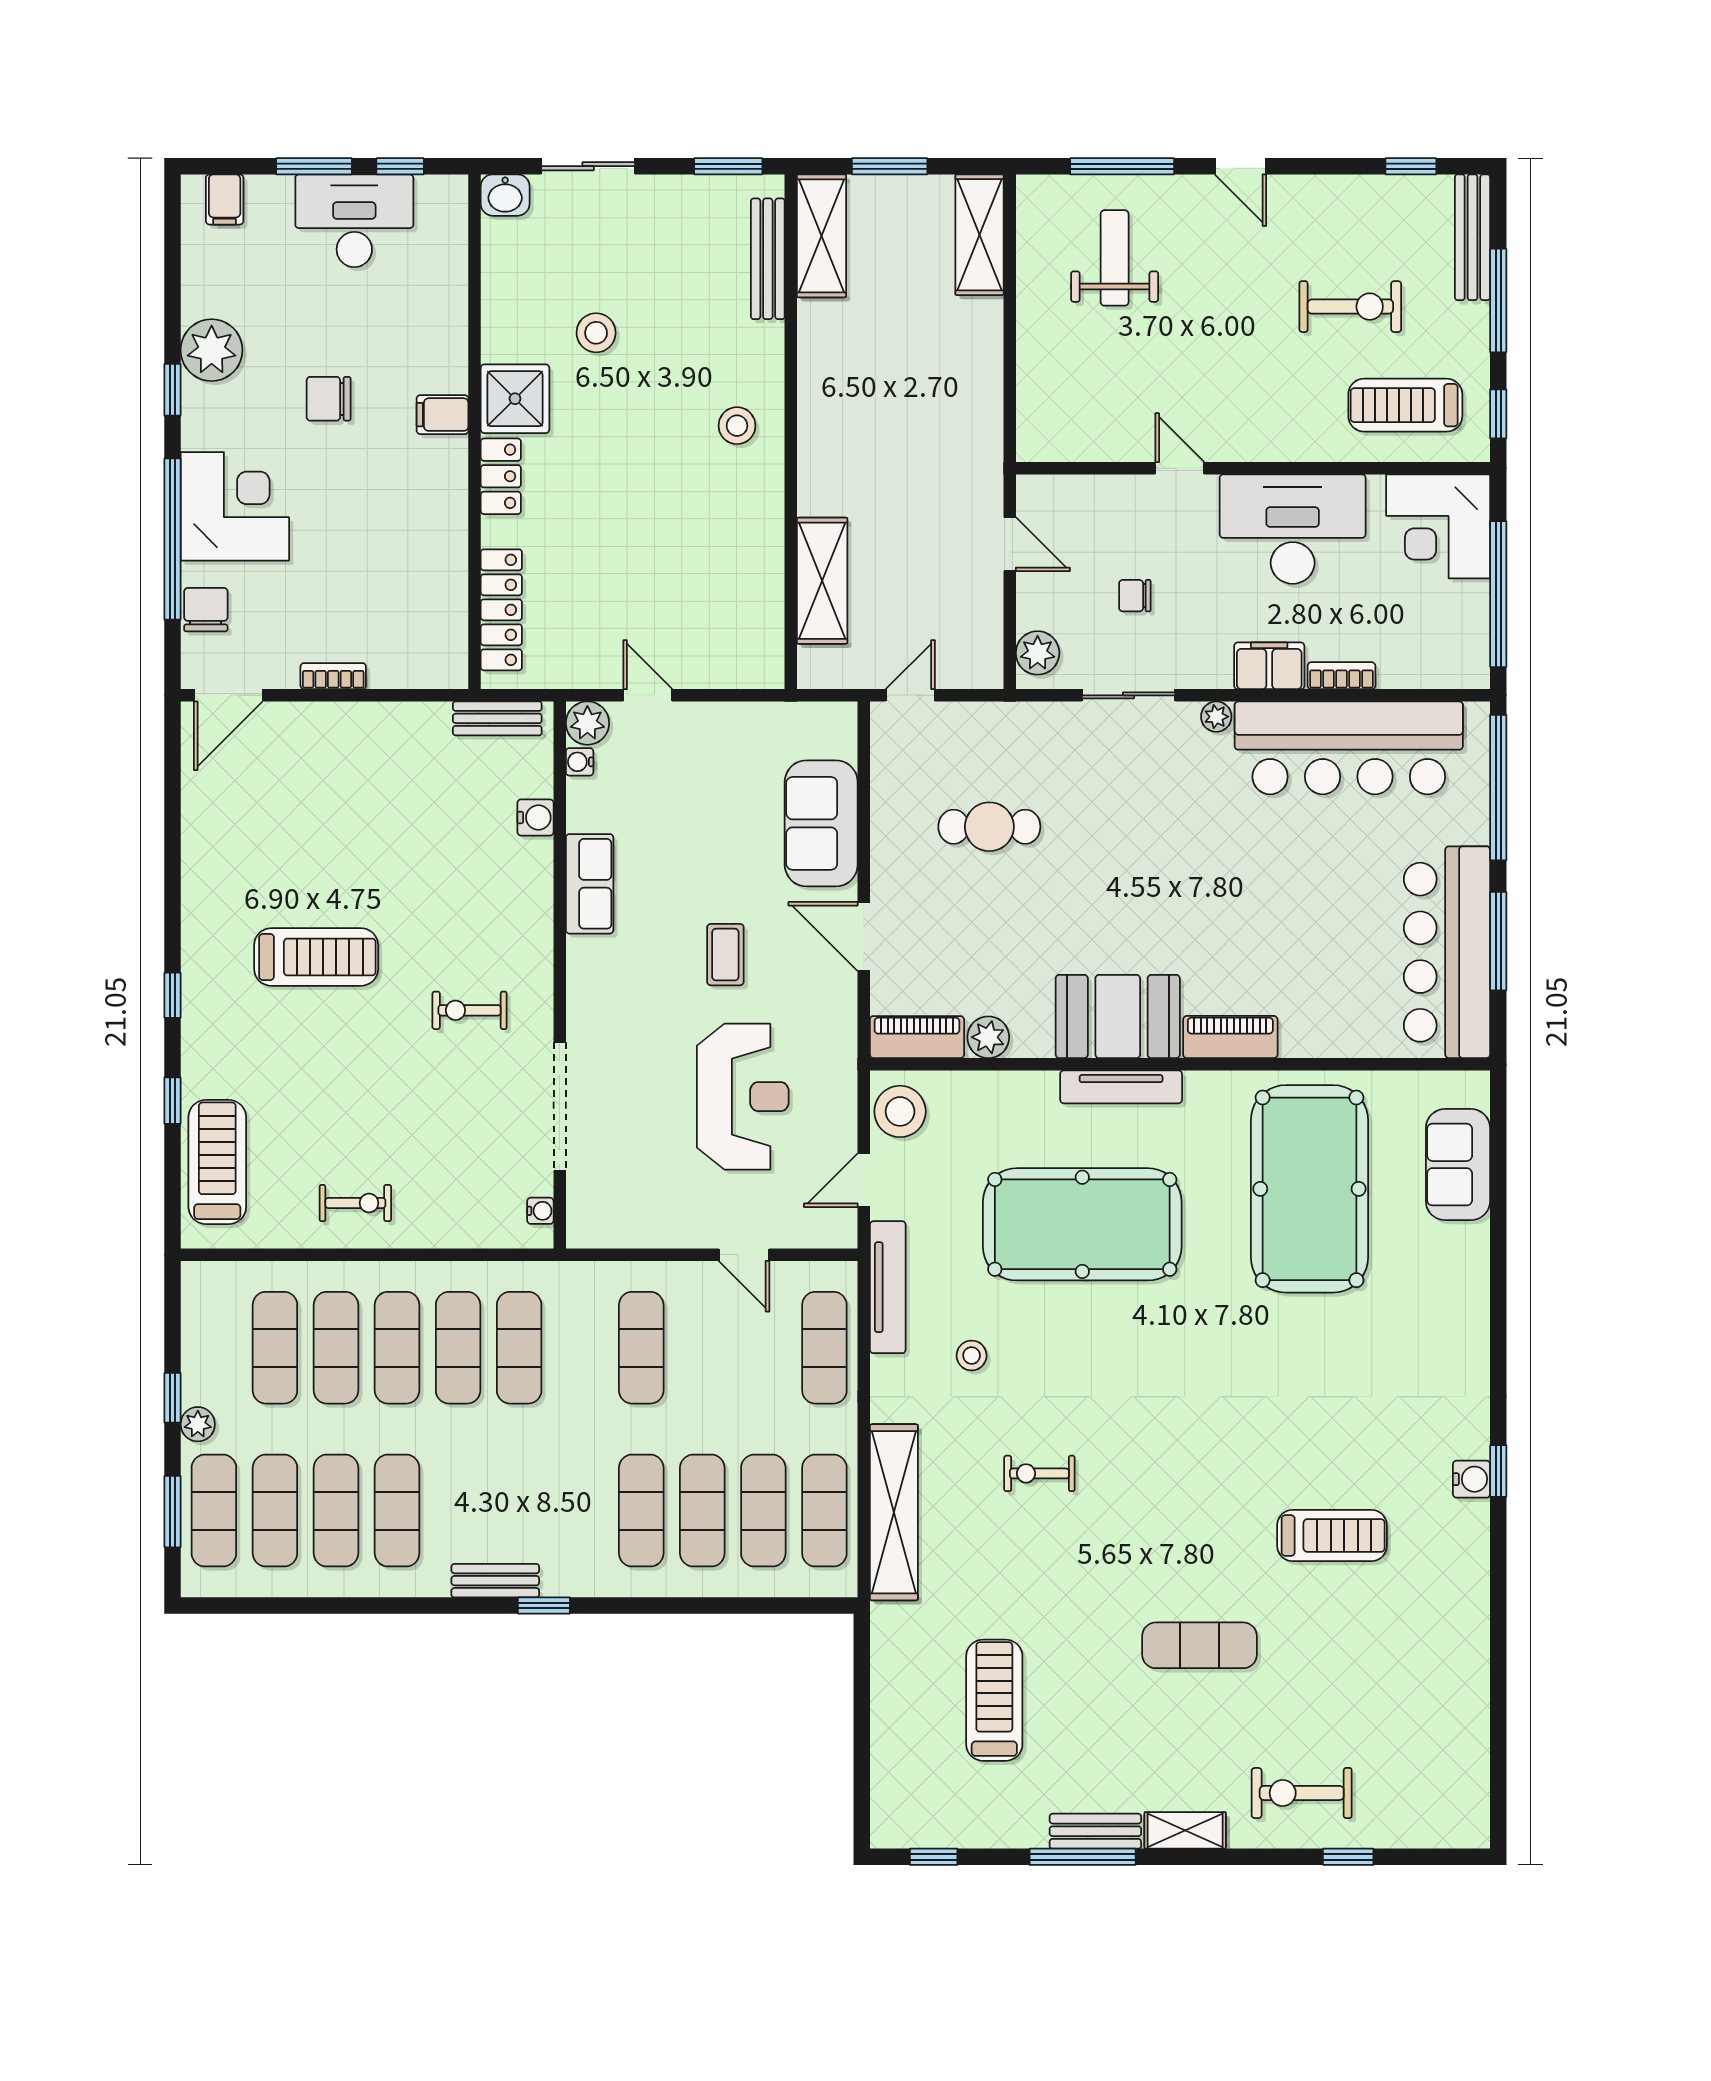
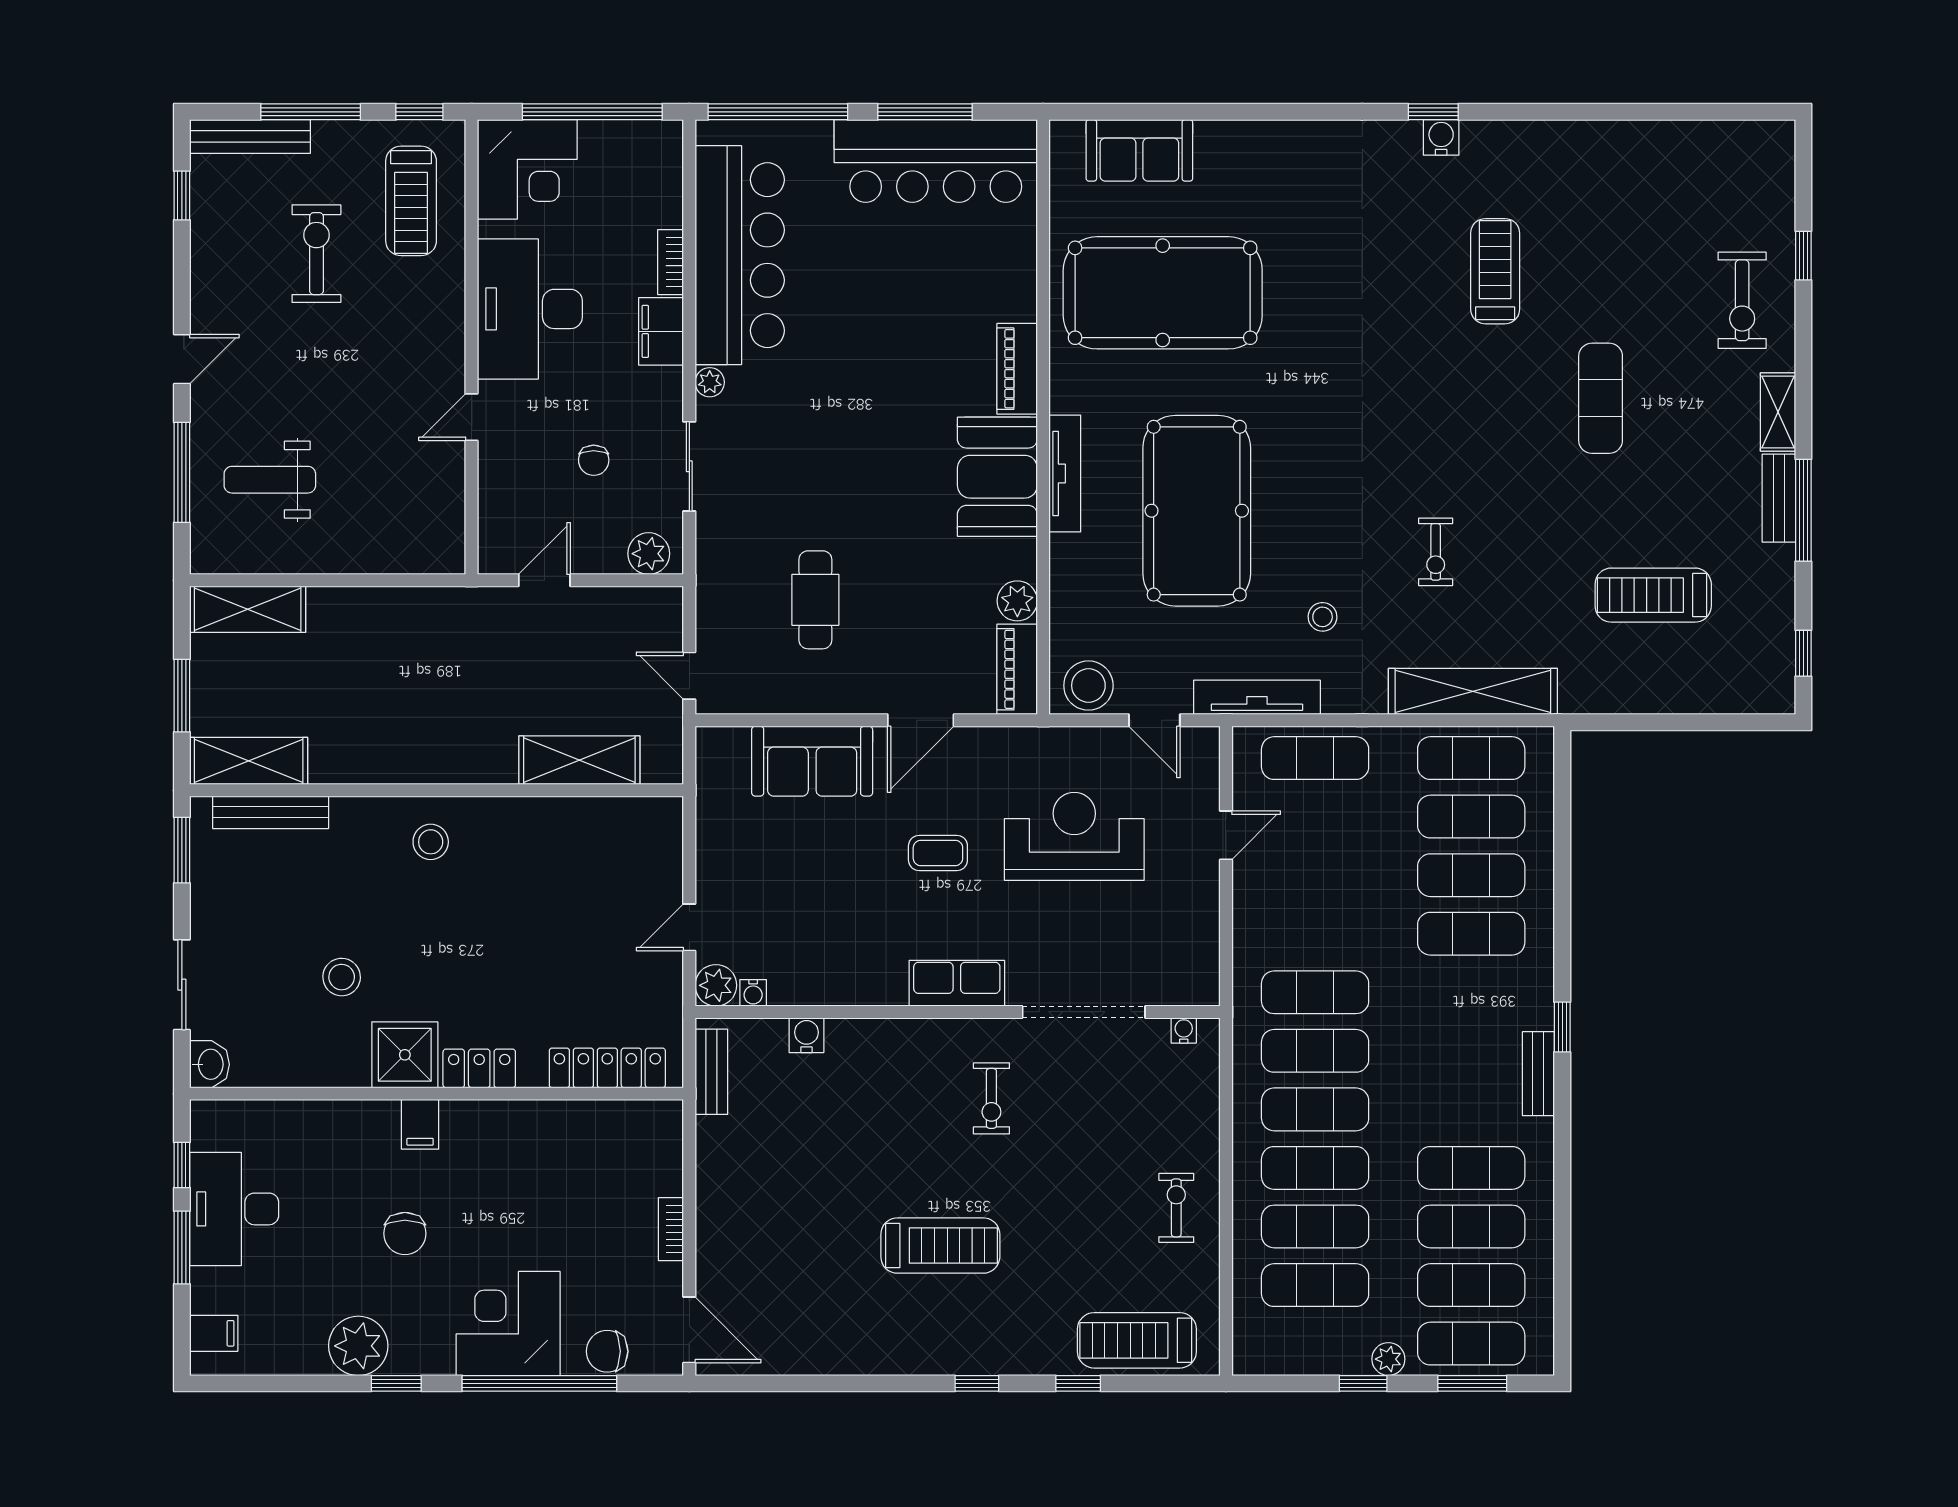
row of seats: (590, 884) -> (957, 983), moved
treadmill: (316, 957) -> (940, 1246), turned 90
exercise mat: (641, 1348) -> (1315, 992), moved

